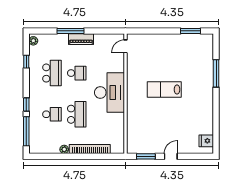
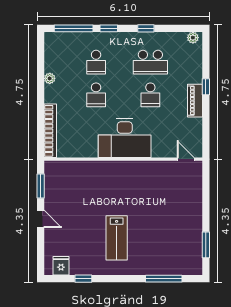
window: (71, 31) -> (206, 87), width x0.46
window: (26, 62) -> (146, 28), moved
window: (216, 73) -> (164, 279), moved
lab bench: (164, 89) -> (117, 238), moved, turned 180
school desk: (77, 114) -> (96, 95), width x0.54
window: (216, 124) -> (83, 279), added
bookcase: (90, 149) -> (50, 131), moved

